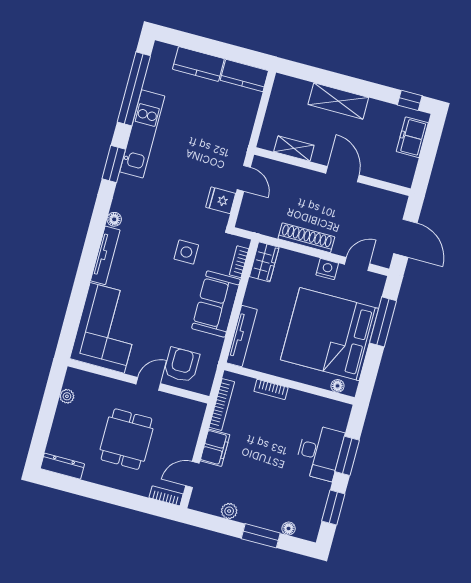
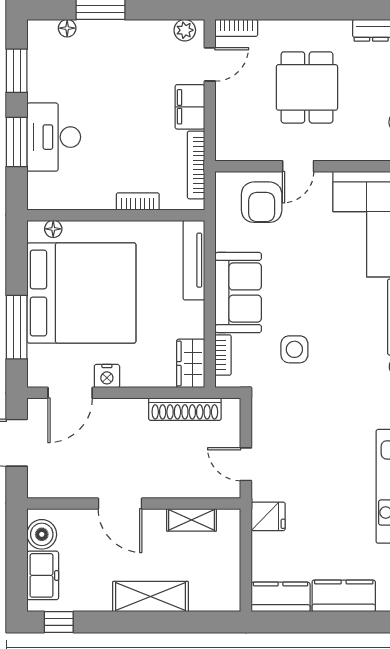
boiler: (405, 167) -> (42, 534), added
fridge: (221, 200) -> (268, 516), moved
shoe rack: (306, 238) -> (185, 409), moved
door: (357, 264) -> (70, 393), width x1.38
plant: (229, 511) -> (185, 30), moved

